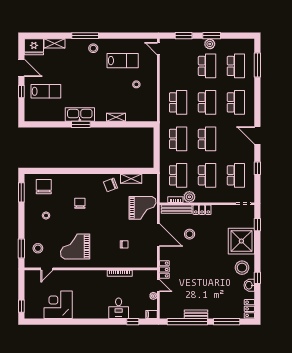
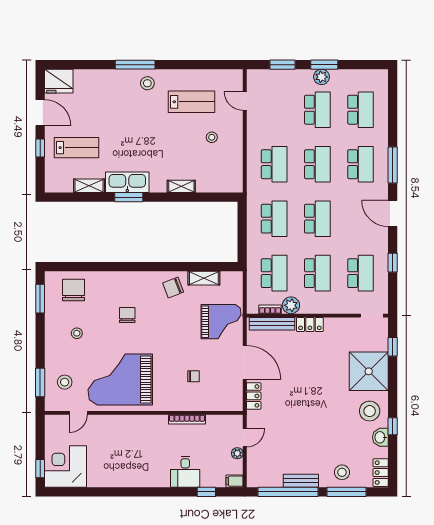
shelving: (54, 43) -> (89, 186), moved
door: (158, 49) -> (245, 101), moved
window: (257, 65) -> (393, 165), moved
stool: (190, 234) -> (342, 472), moved
grand piano: (75, 246) -> (120, 379), width x1.37, depth x1.48
locker: (164, 269) -> (254, 396), moved
door: (158, 286) -> (245, 438), hinge flipped
corner desk: (58, 305) -> (65, 467), moved

